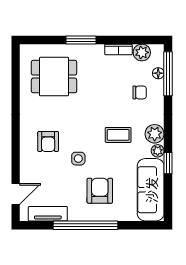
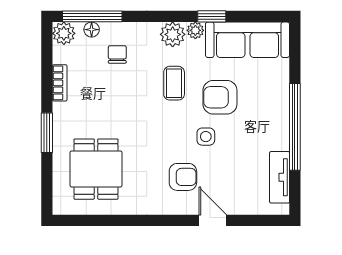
plant: (142, 52) -> (64, 33), moved
armchair: (100, 191) -> (220, 97), moved
door: (16, 194) -> (213, 220), moved

